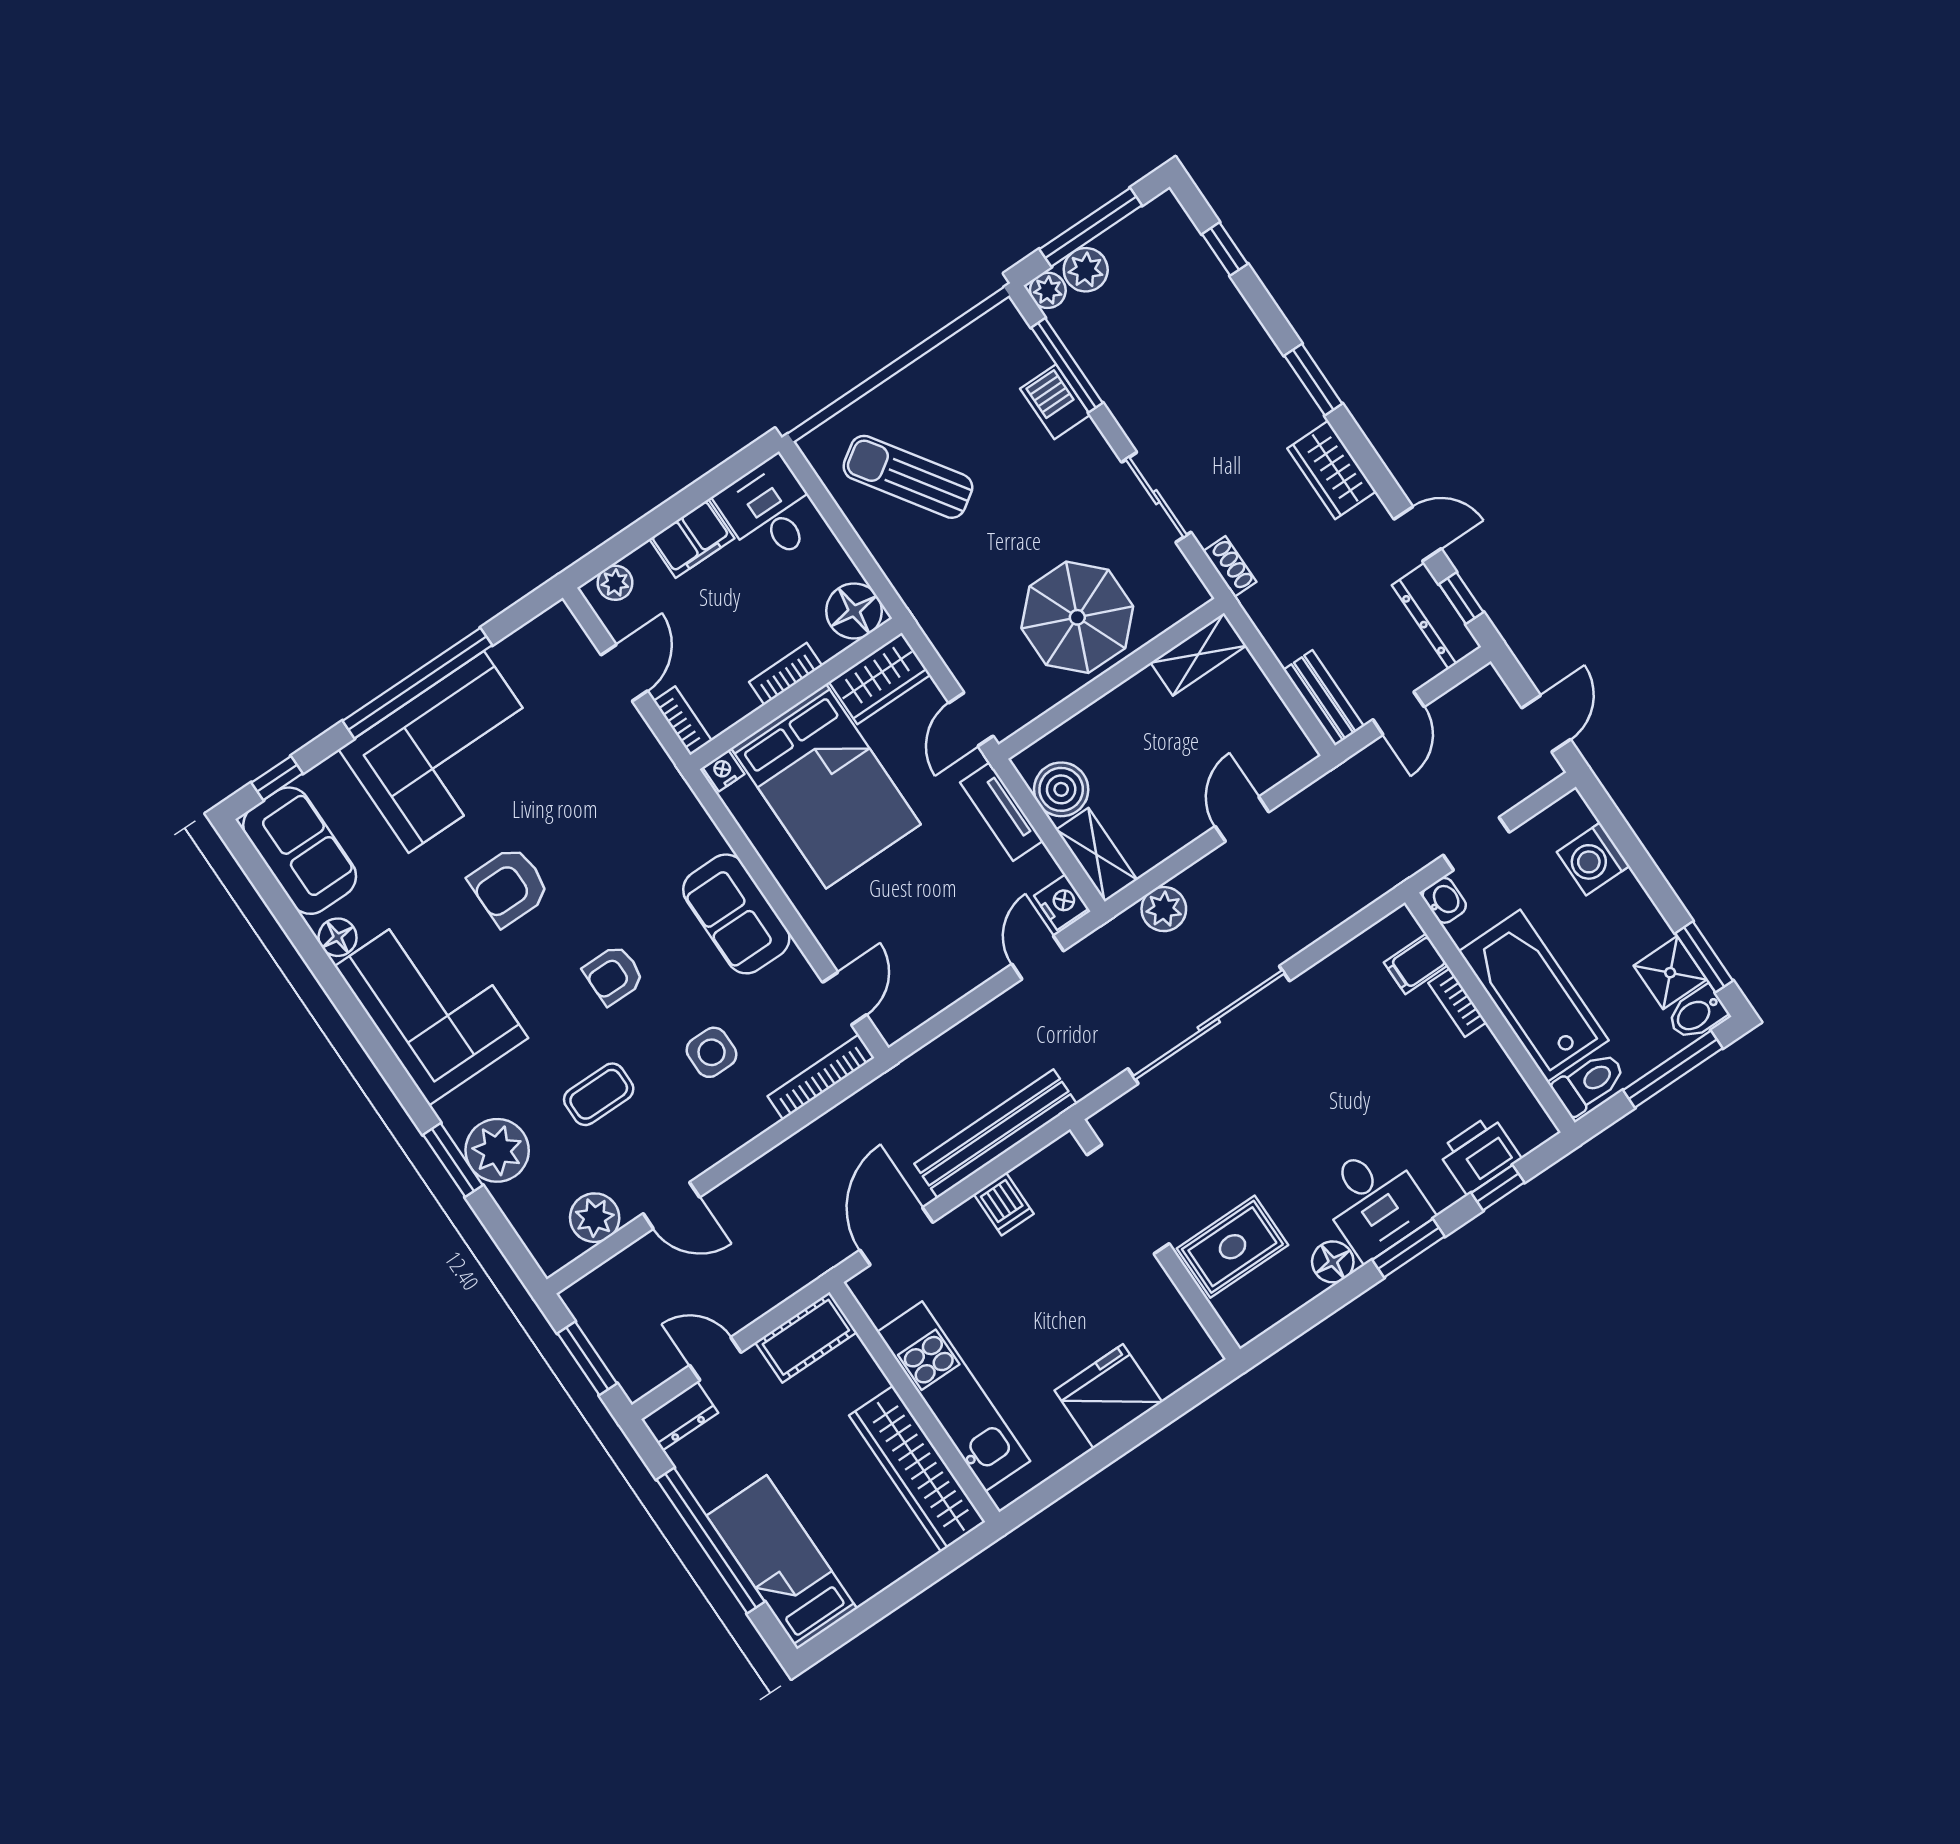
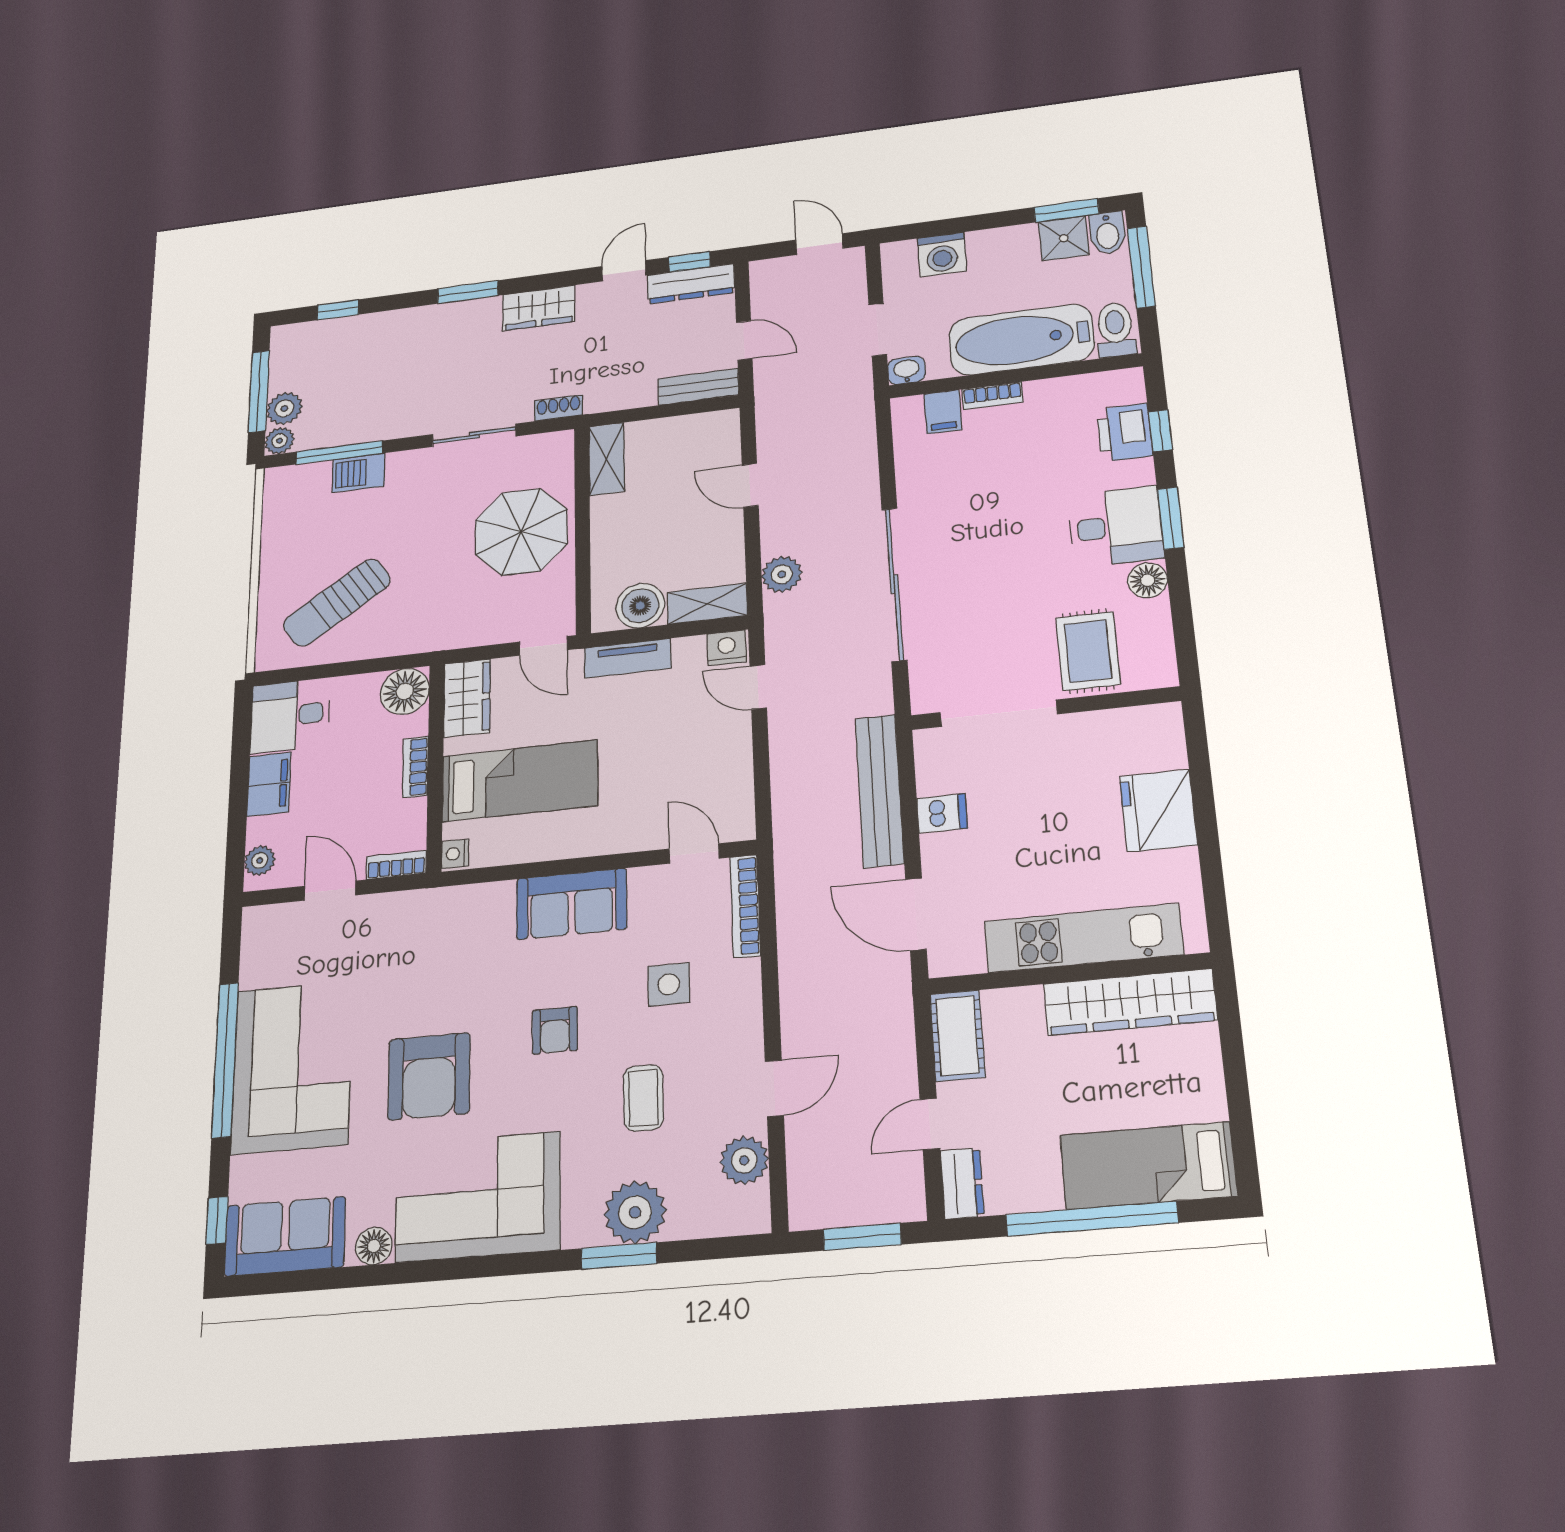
bed: (826, 786) -> (520, 781), width x0.67
armchair: (509, 886) -> (429, 1076), width x1.36, depth x1.36

